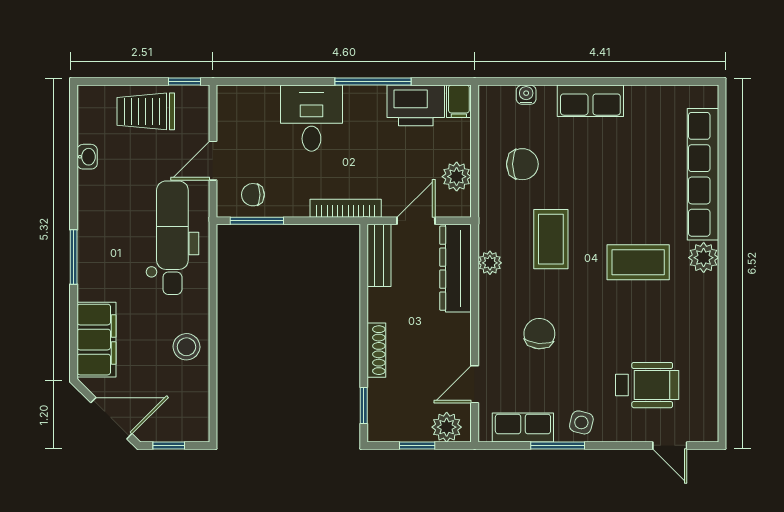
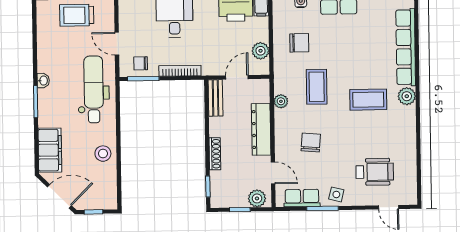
washbasin: (87, 157) -> (43, 81), moved
door: (213, 161) -> (117, 44), hinge flipped
bookcase: (346, 208) -> (180, 71), moved
dresser: (456, 268) -> (261, 129), moved
door: (475, 384) -> (273, 173), swing flipped

